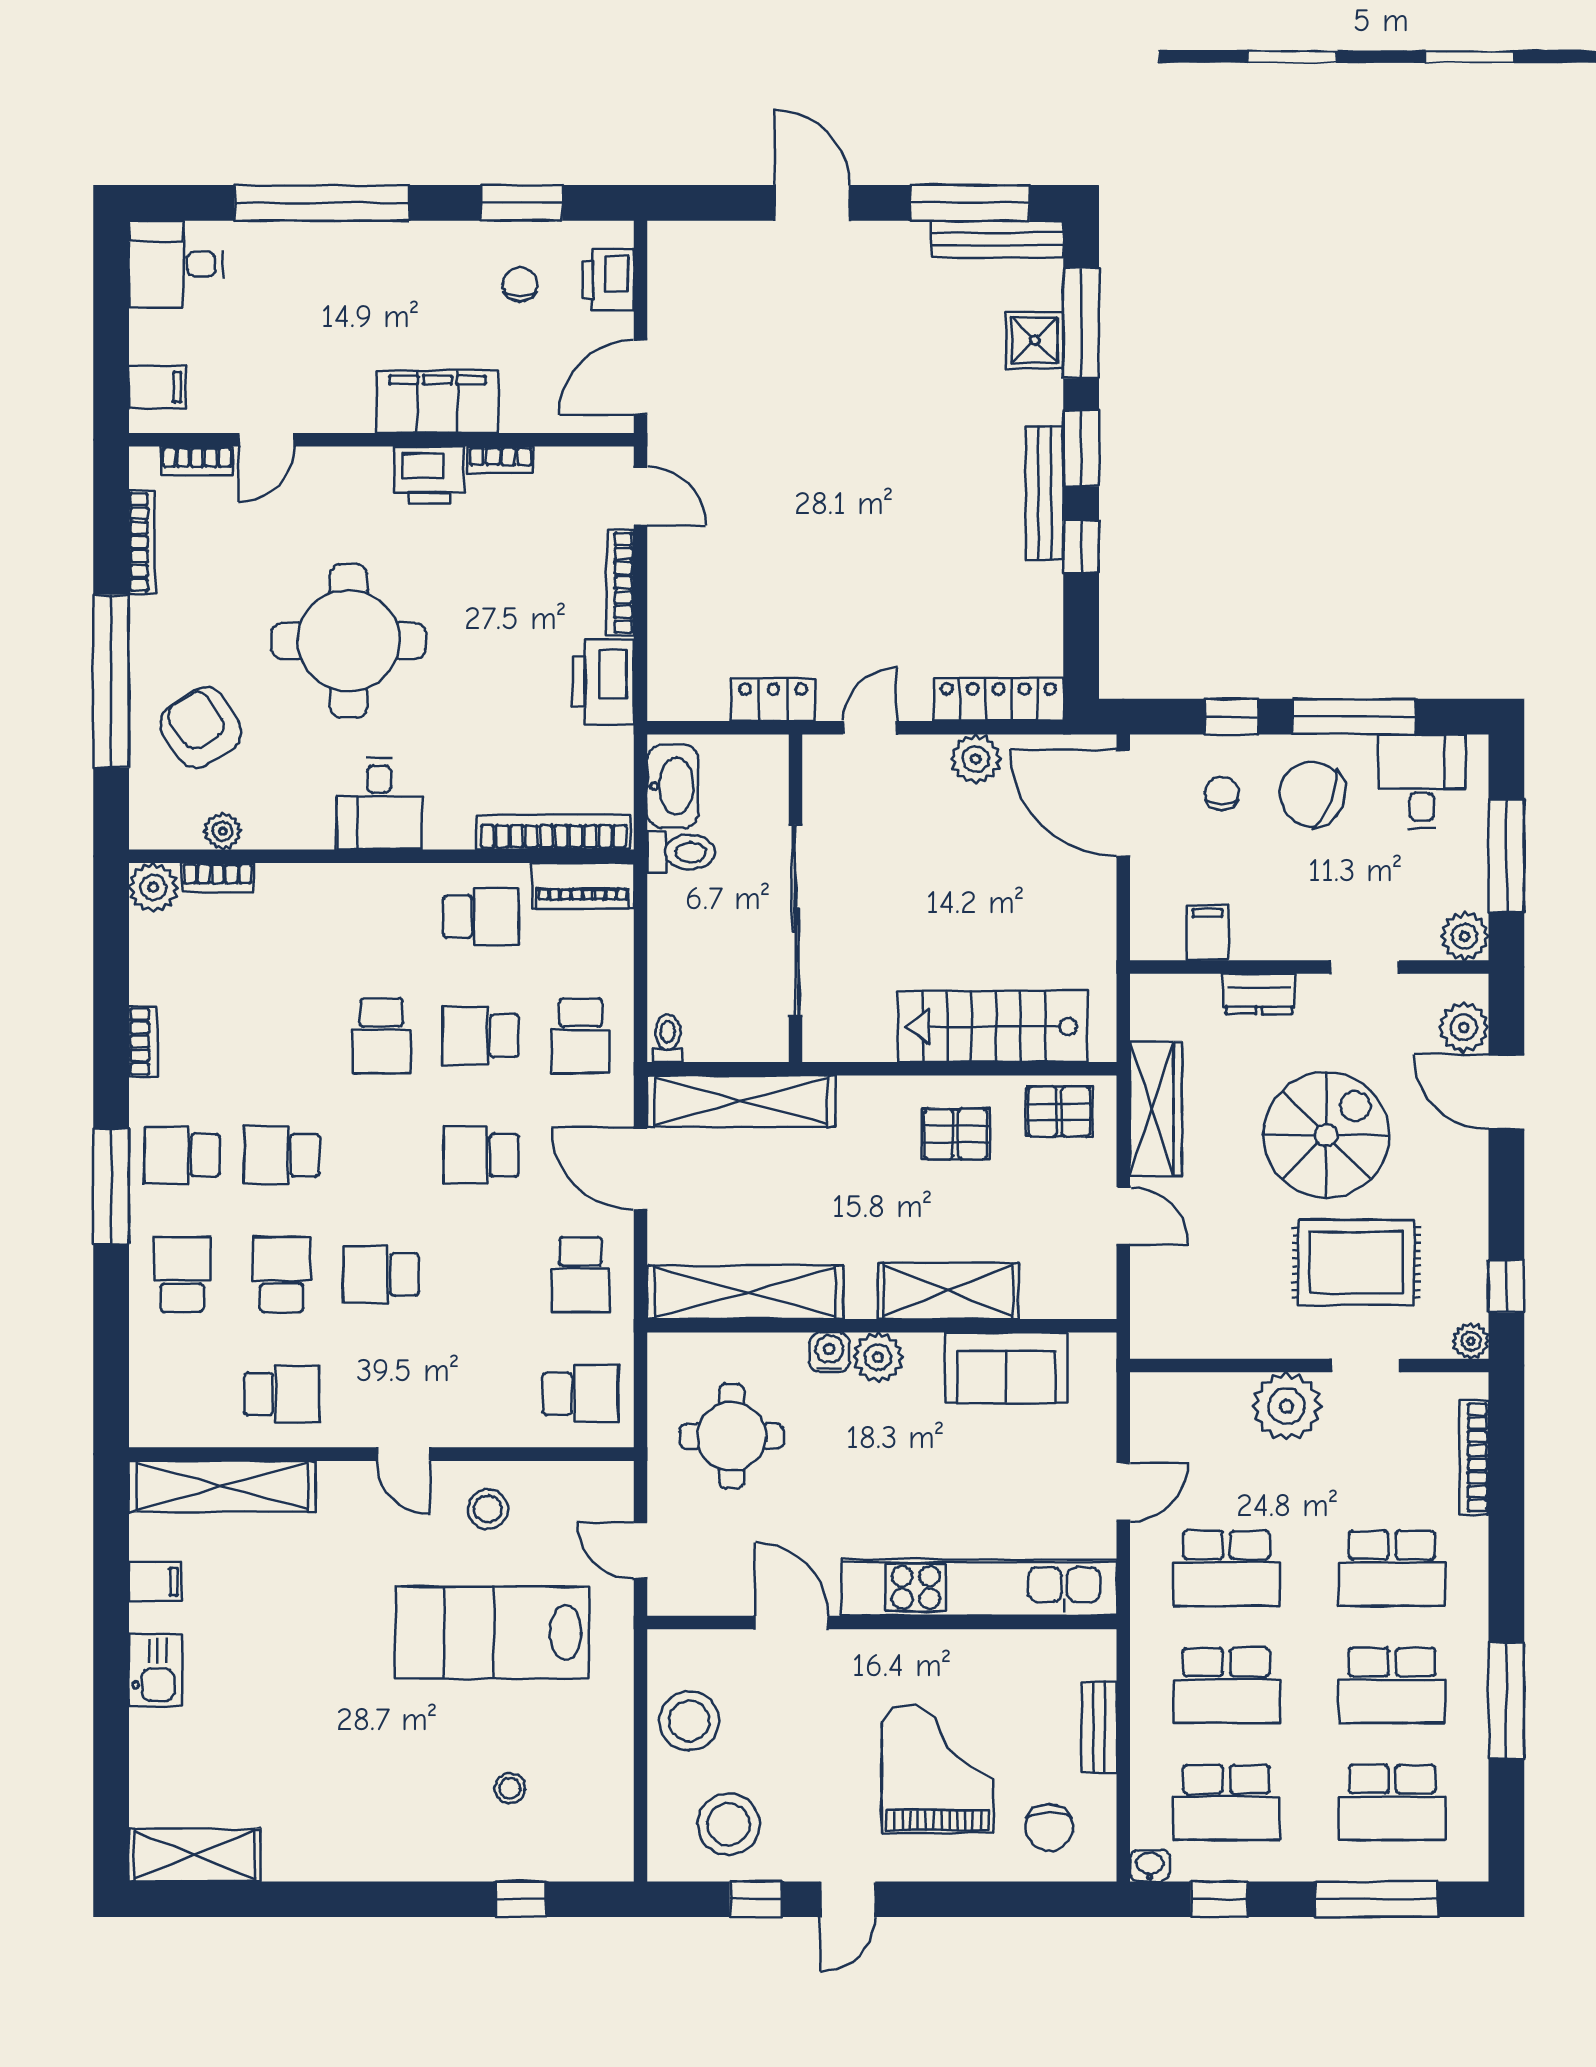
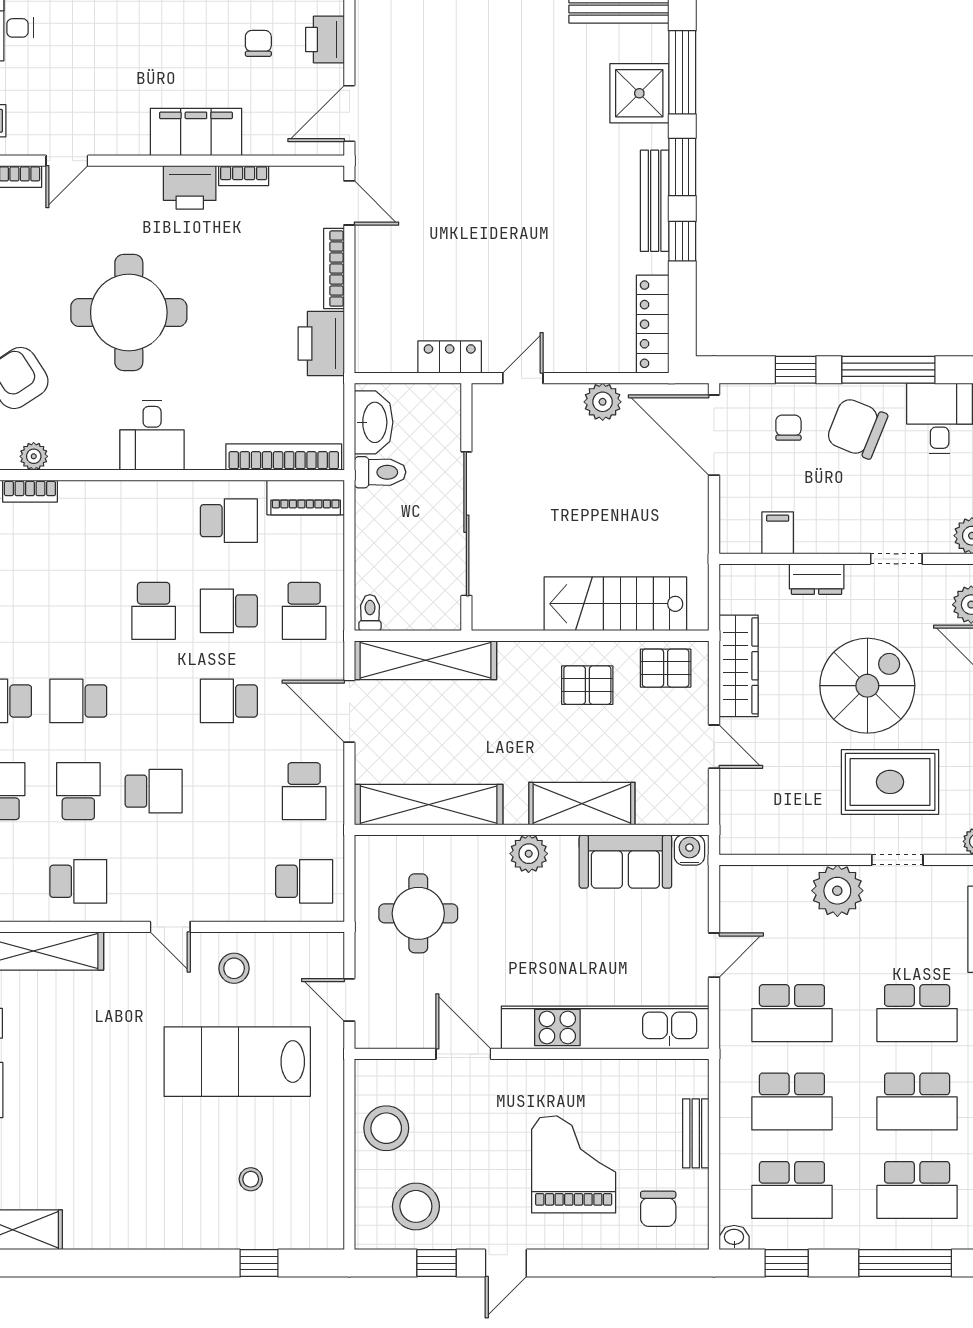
shower: (1035, 340) -> (639, 93), width x1.36, depth x1.36
locker: (999, 700) -> (653, 324), moved, turned -90
school desk: (381, 1275) -> (154, 791), turned 180
water cooler: (829, 1352) -> (689, 850), moved

